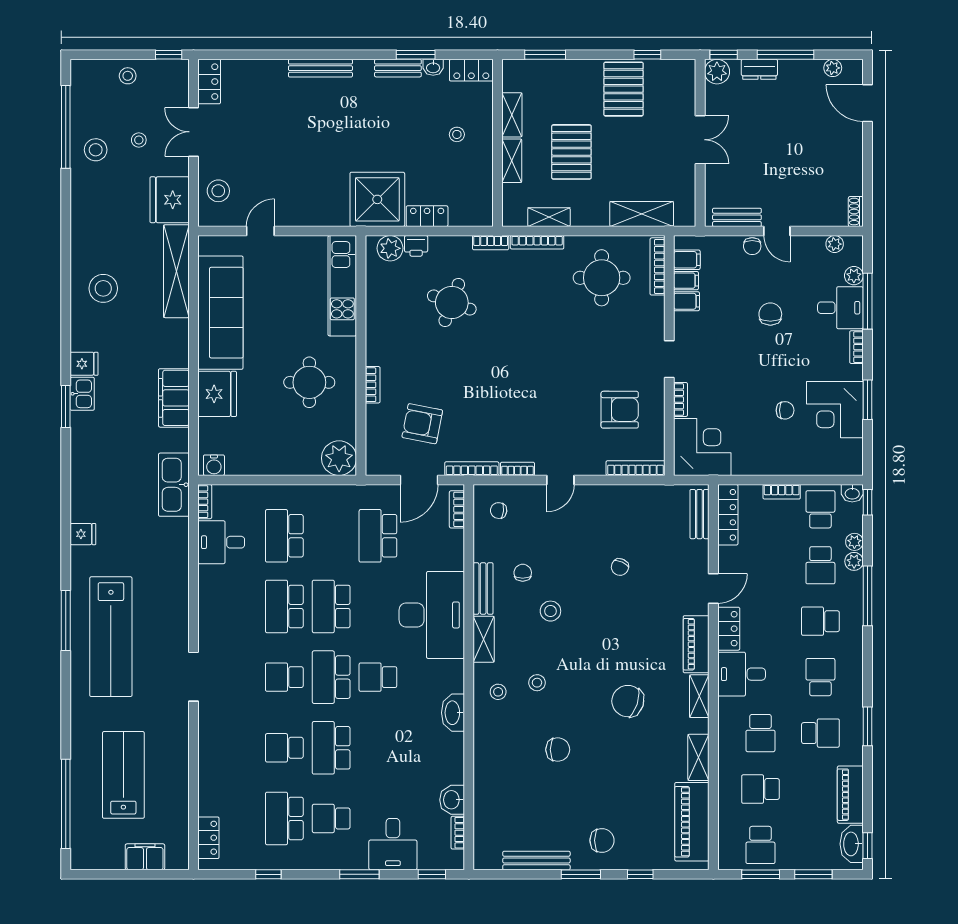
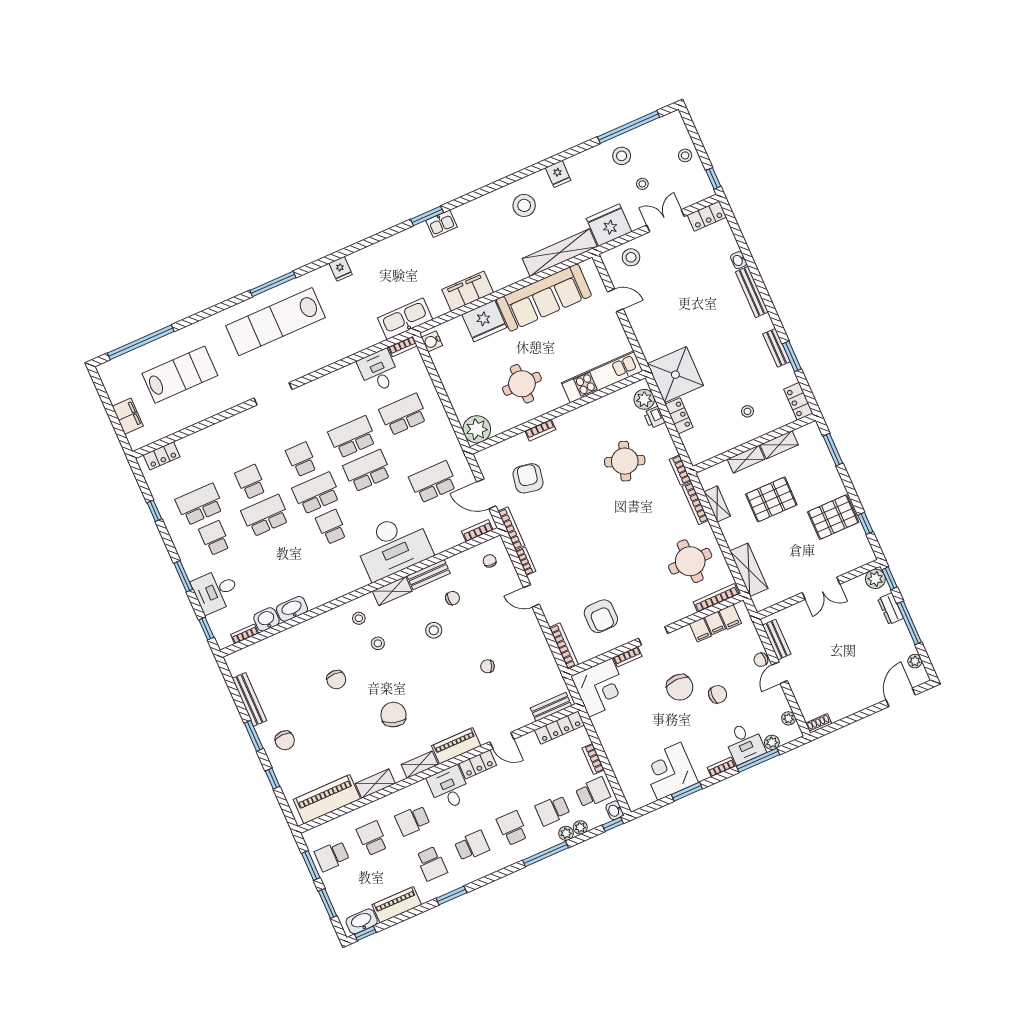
washbasin: (433, 67) -> (739, 260), moved
fridge: (84, 364) -> (558, 174), moved
chair: (785, 410) -> (680, 687), moved, width x1.87, depth x1.87
washbasin: (453, 713) -> (292, 609), moved

